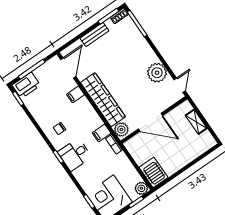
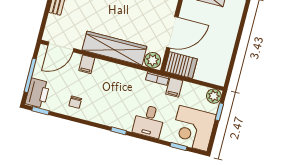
door: (68, 68) -> (61, 47), swing flipped
chair: (60, 129) -> (75, 102), moved
filing cabinet: (102, 133) -> (174, 87), moved
desk: (75, 155) -> (149, 121), moved
server rack: (153, 172) -> (181, 65), moved, turned 180

